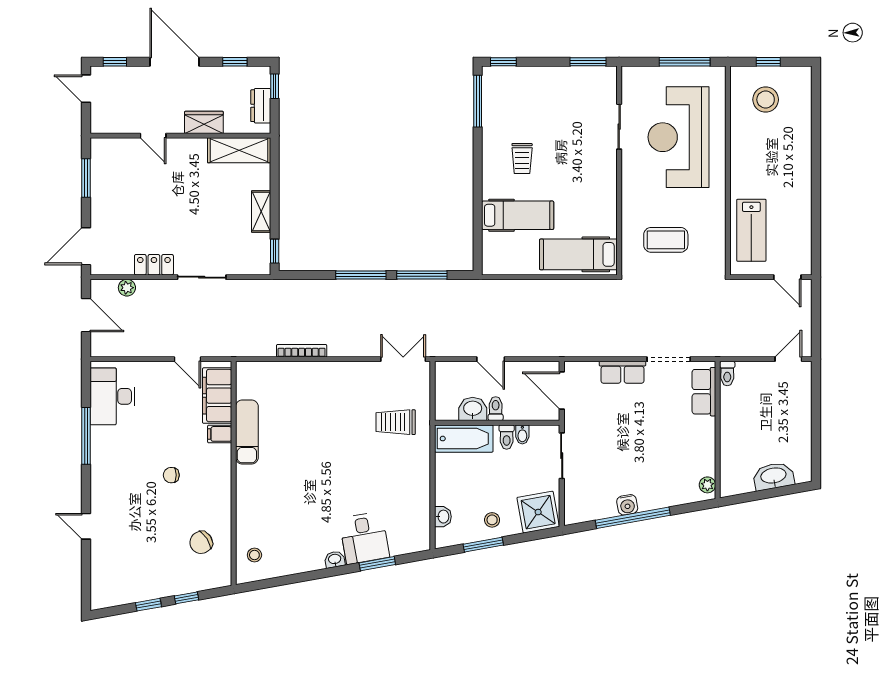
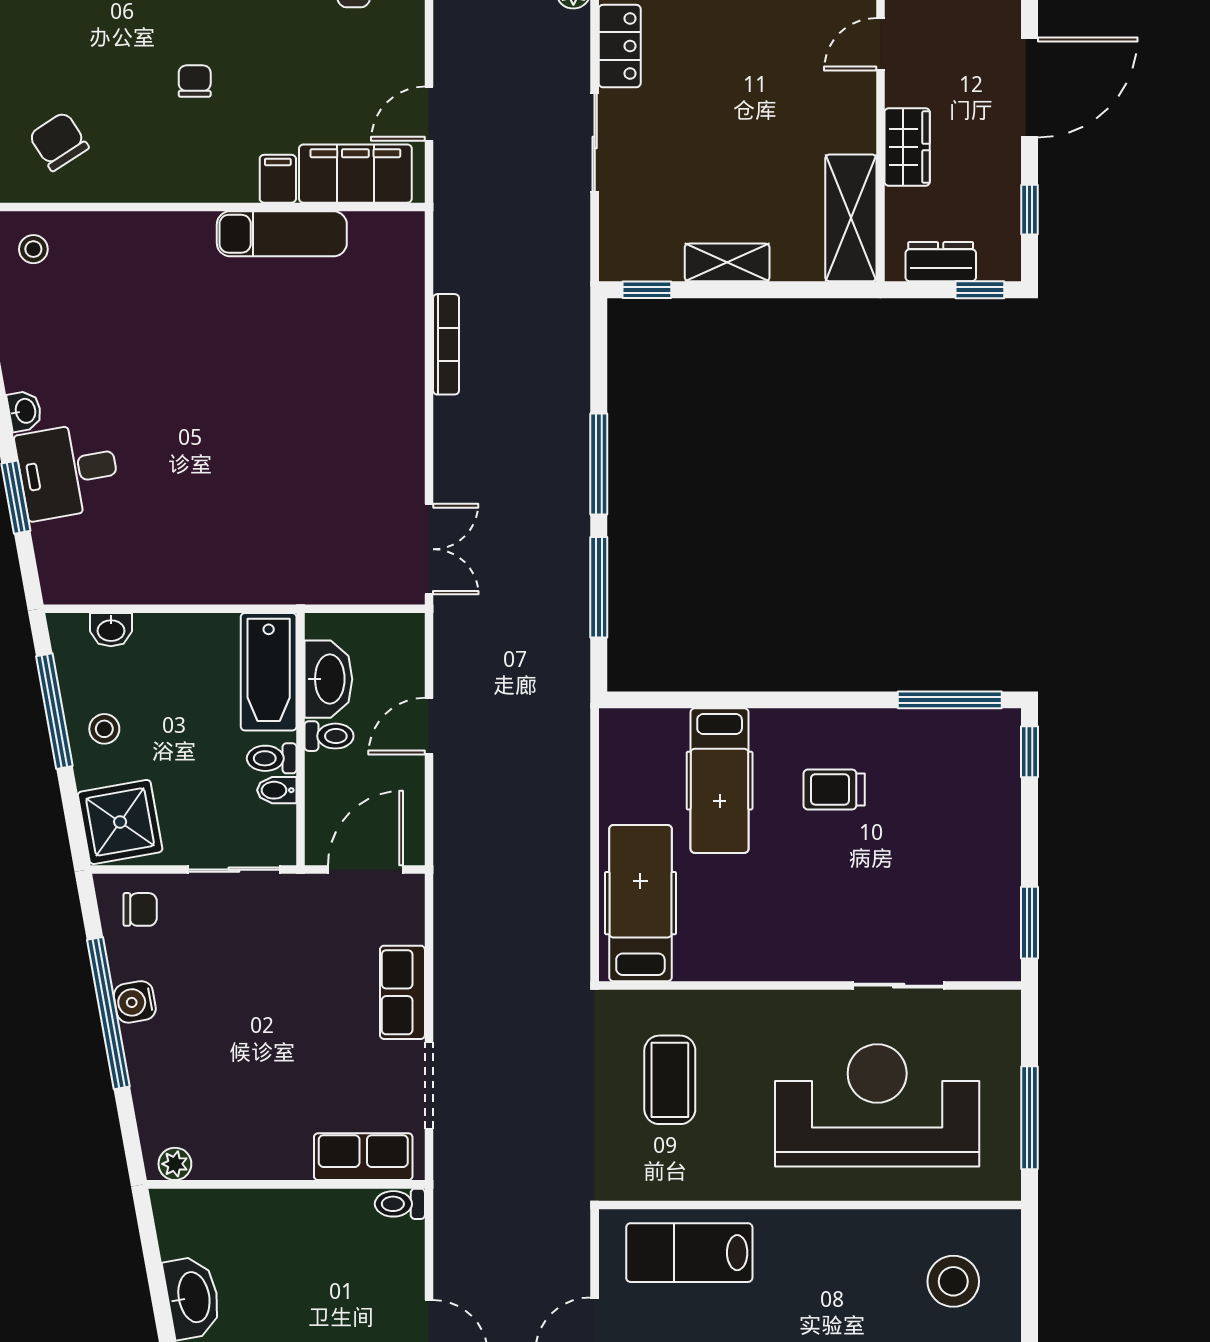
window: (768, 62) -> (1030, 1287), removed
washbasin: (473, 409) -> (328, 679), width x1.38
trolley: (396, 422) -> (302, 534), removed
chair: (581, 502) -> (140, 909), added
window: (483, 545) -> (54, 711), width x1.44

